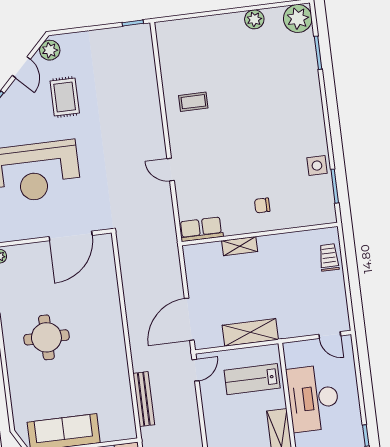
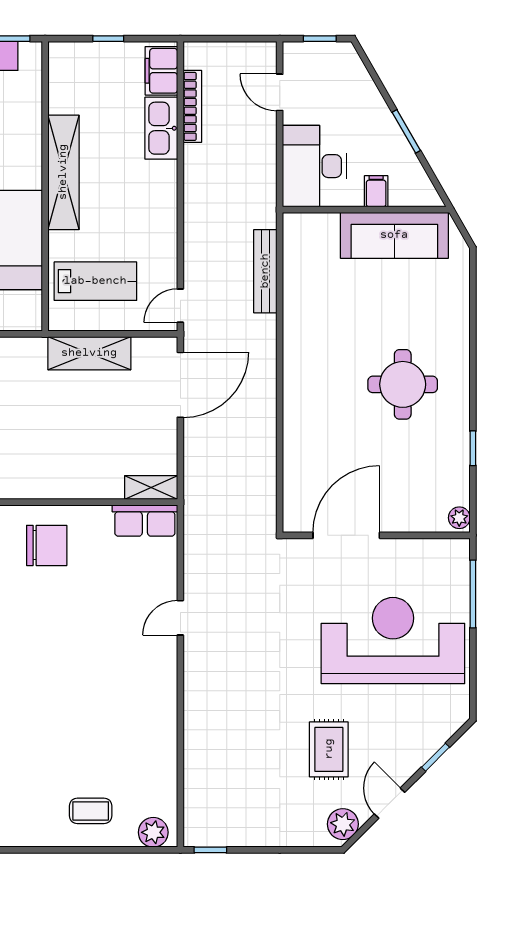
plant: (254, 19) -> (153, 832), moved
coffee table: (193, 102) -> (91, 811), moved
door: (171, 170) -> (180, 618), swing flipped
chair: (262, 205) -> (47, 545), width x1.87, depth x1.87
shelving: (240, 246) -> (151, 488), moved

